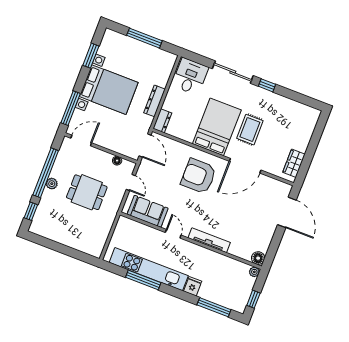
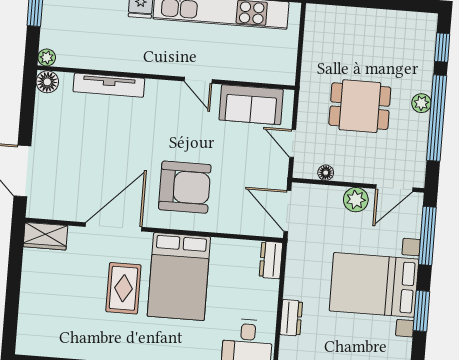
window: (91, 56) -> (421, 311), moved
dresser: (155, 101) -> (291, 318), moved, width x0.70
plant: (105, 140) -> (356, 200), added
wardrobe: (294, 163) -> (45, 236), moved, turned 90
tv unit: (209, 240) -> (109, 85), moved

